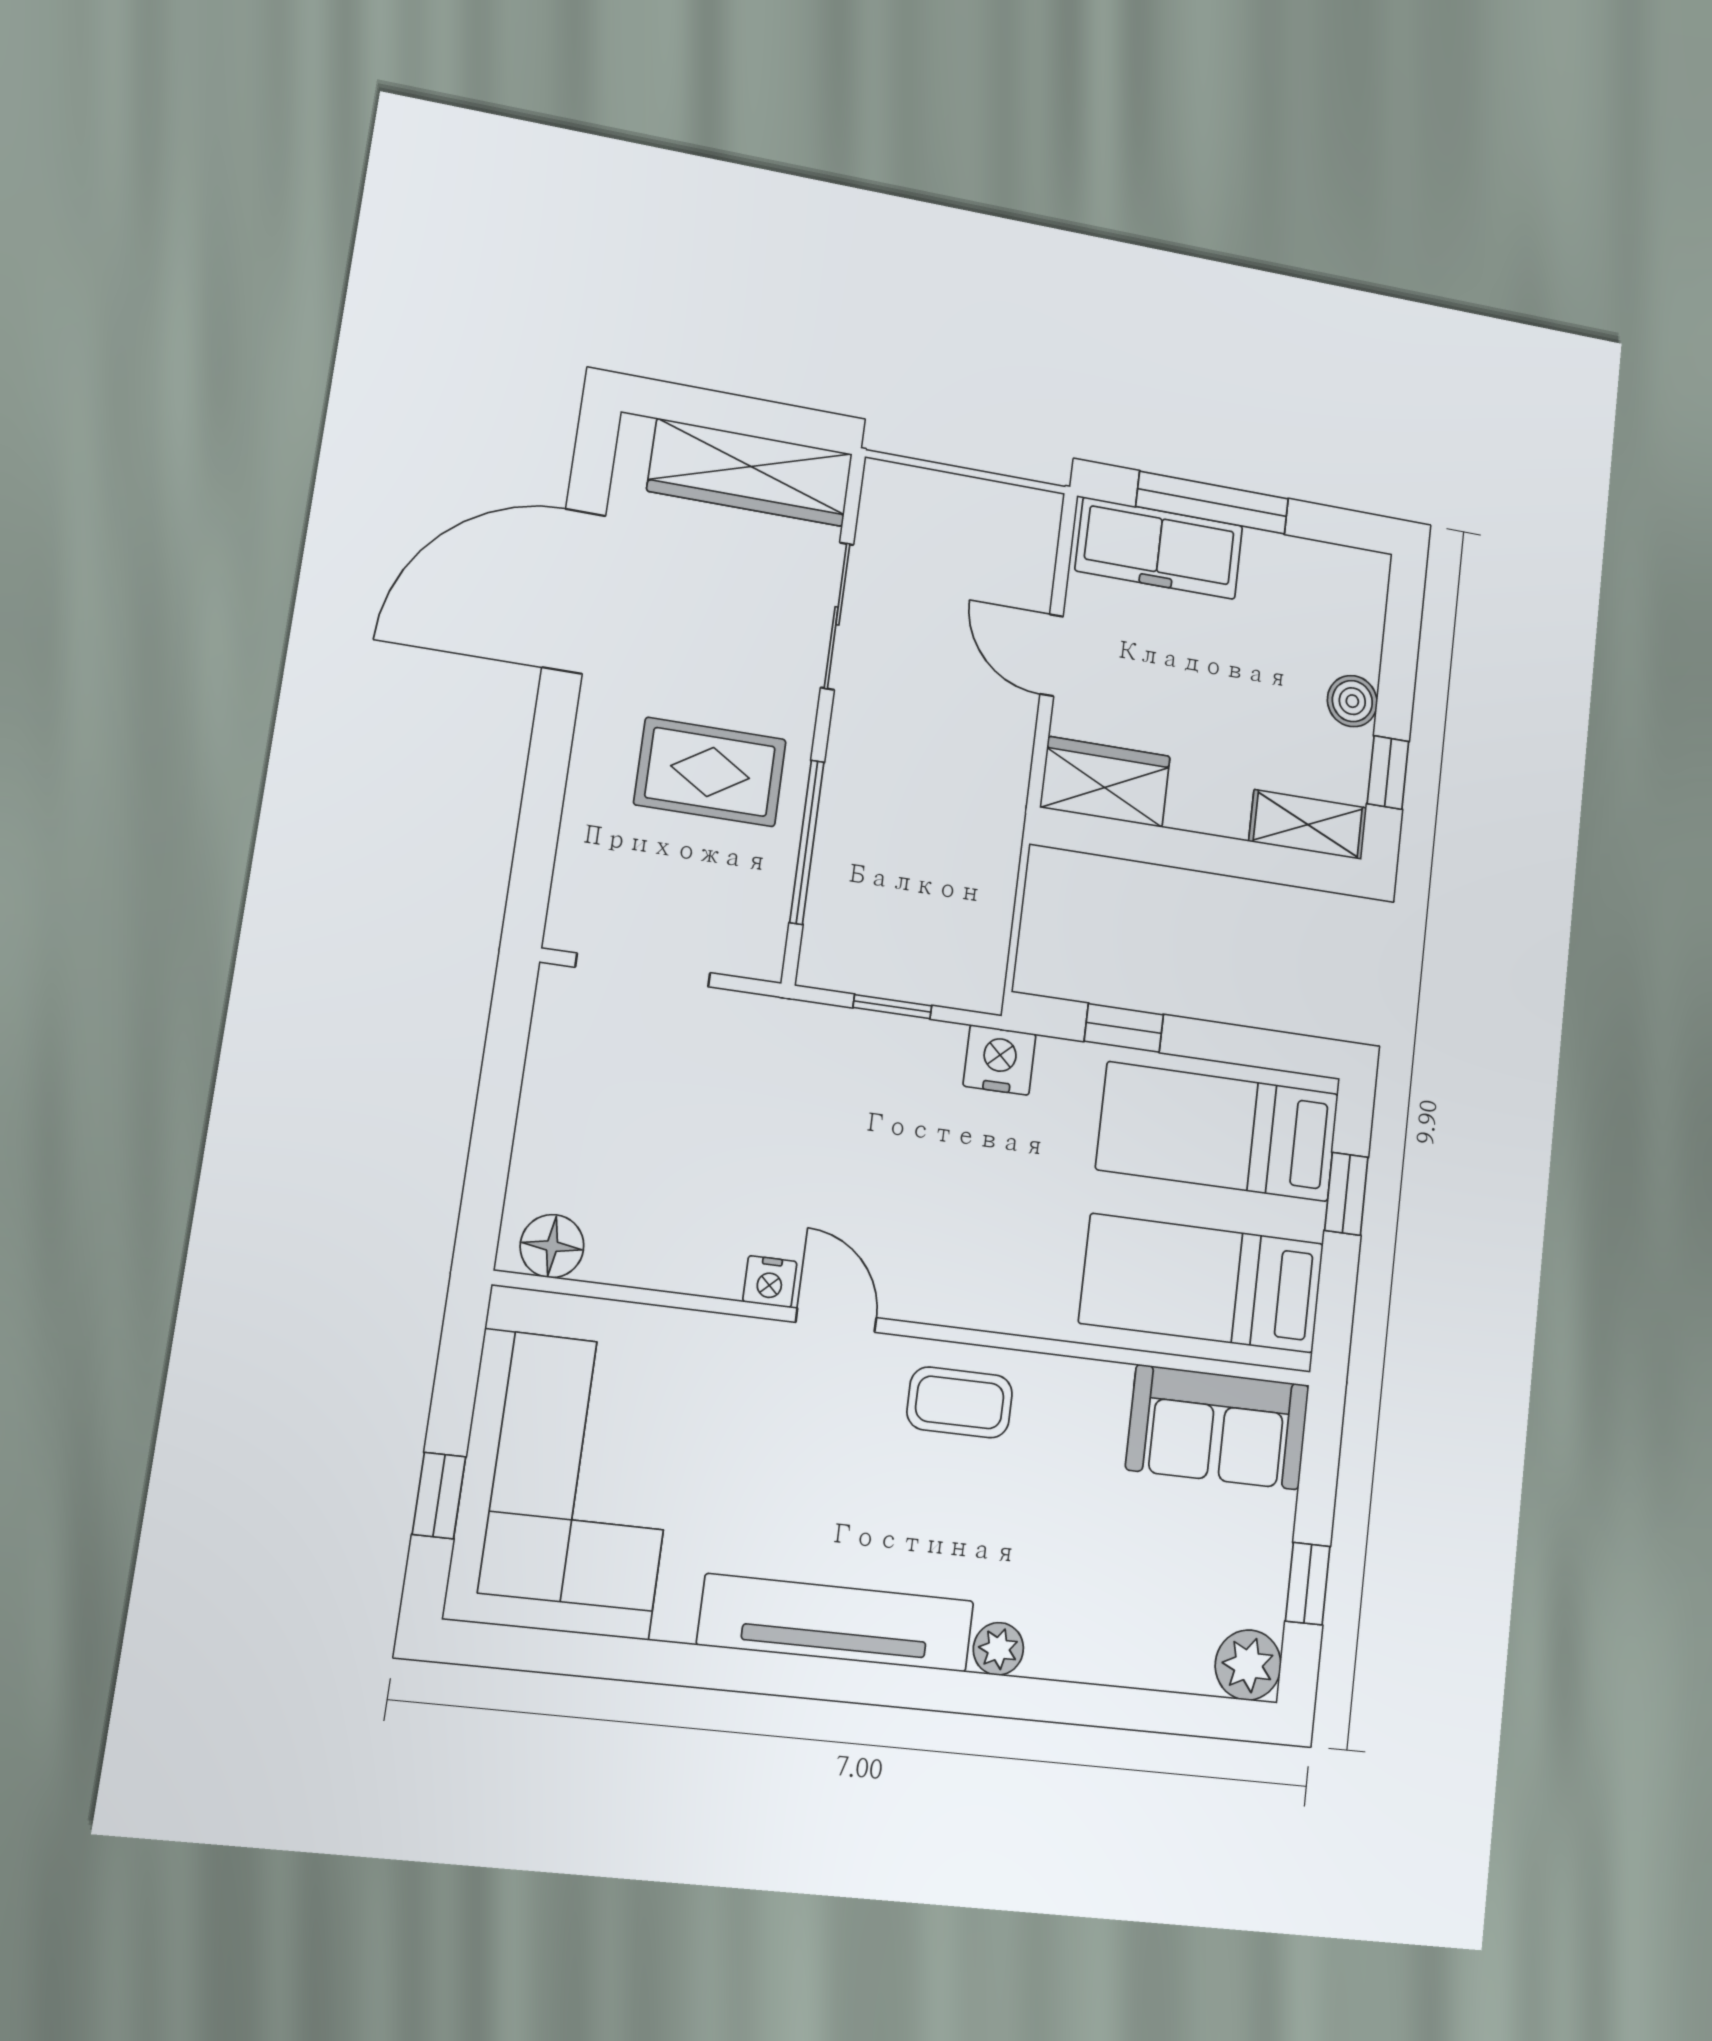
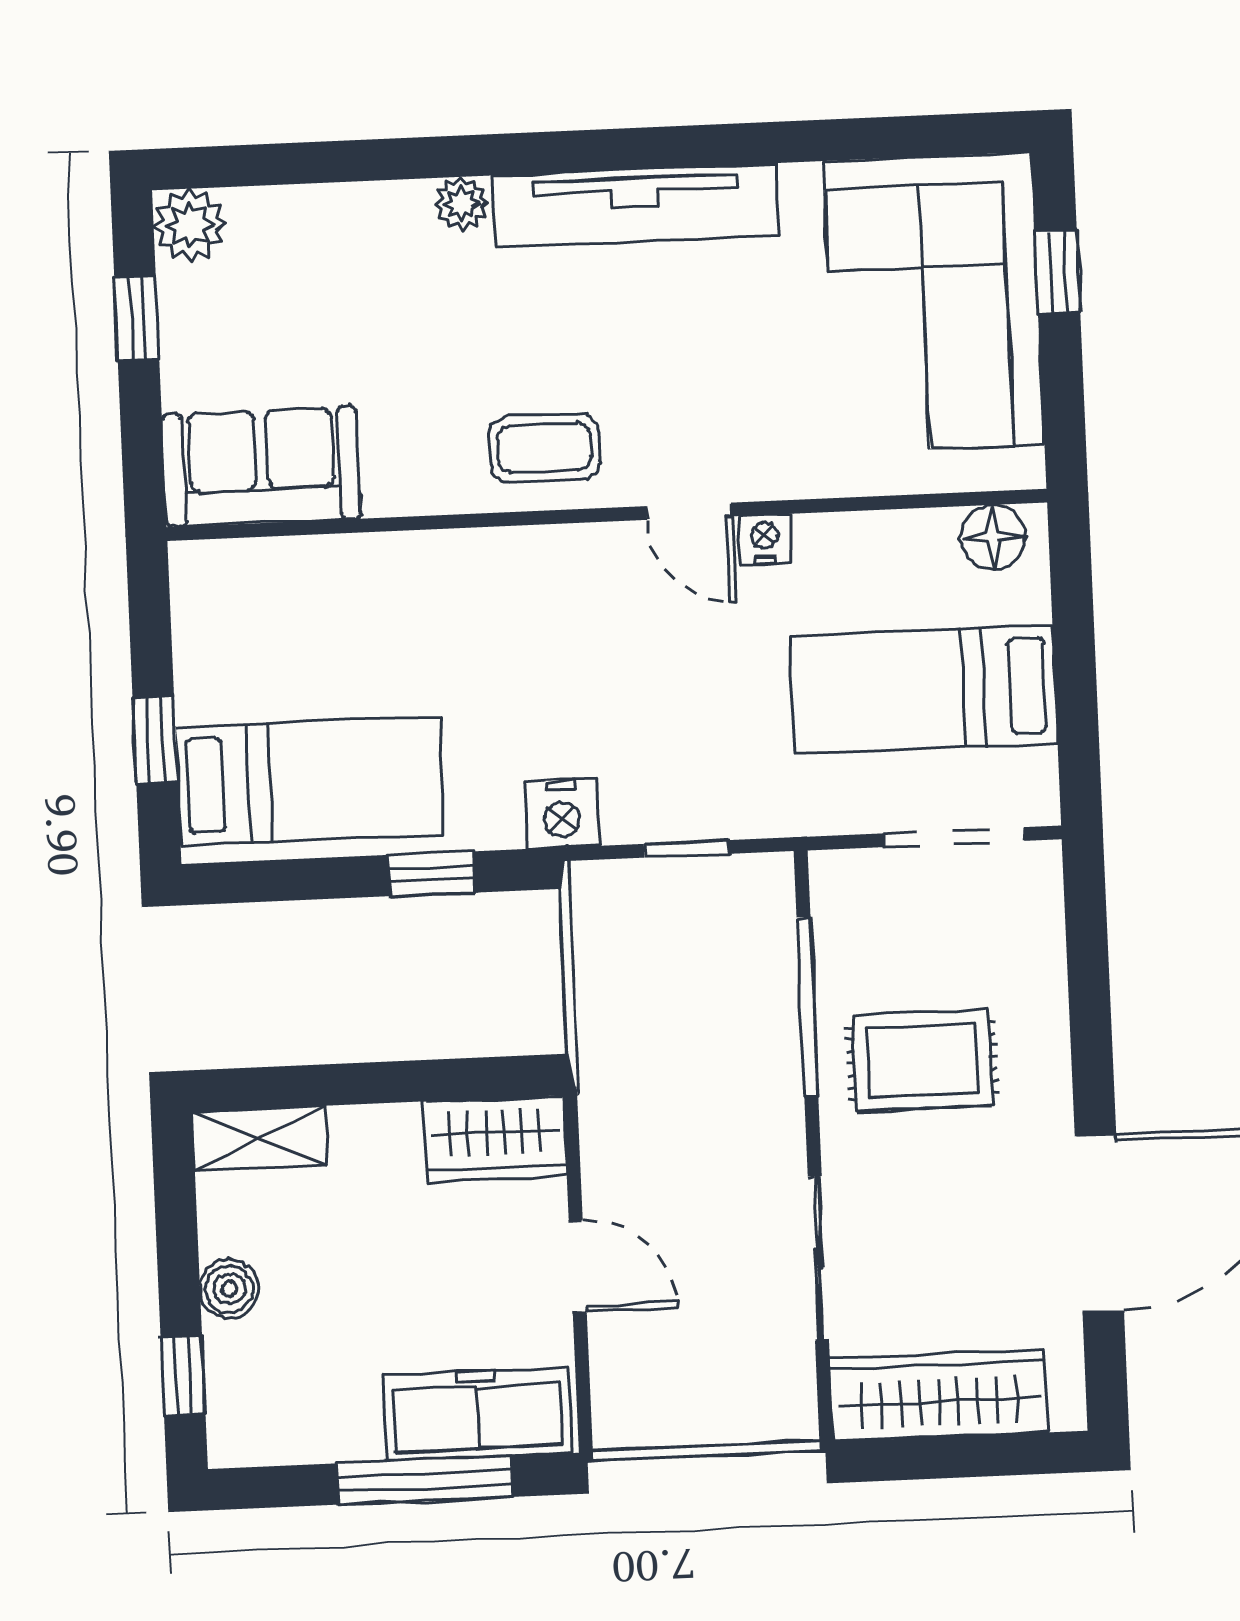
window: (1388, 773) -> (183, 1375), moved
bed: (1202, 1283) -> (923, 690), moved, turned 180

